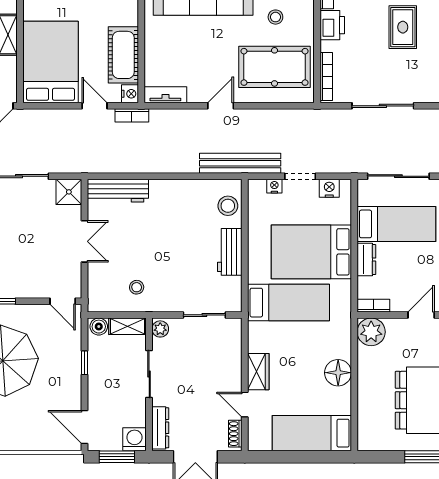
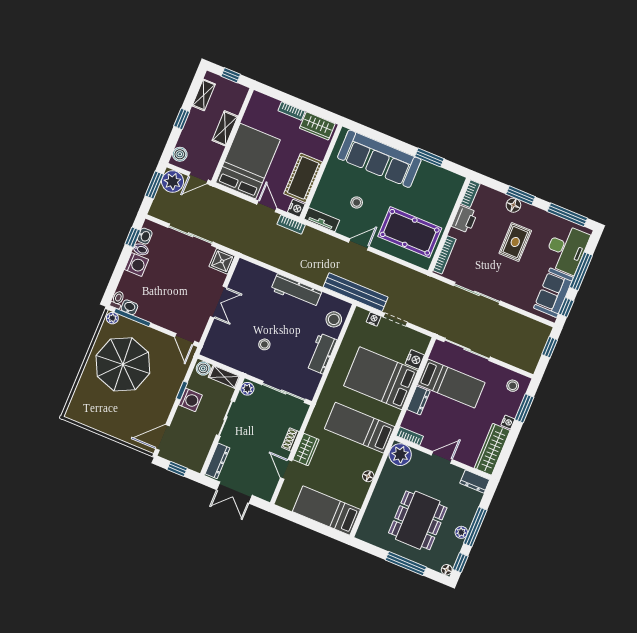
stool: (275, 17) -> (357, 202), moved
nightstand: (329, 188) -> (415, 359), moved, turned 90
workbench: (118, 191) -> (296, 291), moved
stool: (137, 287) -> (264, 344), moved
bed: (289, 303) -> (360, 428), moved, turned 180
sliding door: (204, 315) -> (284, 392), width x1.37
floor lamp: (338, 373) -> (368, 476), width x0.53, depth x0.53
door: (85, 427) -> (163, 437), hinge flipped
shoe rack: (235, 434) -> (290, 439), moved
washing machine: (134, 439) -> (190, 400), moved, turned 90
window: (117, 457) -> (177, 469), width x0.67

